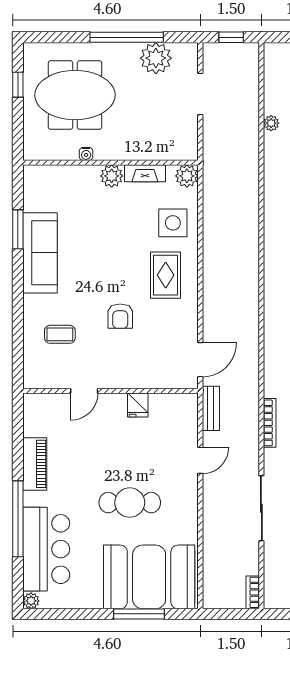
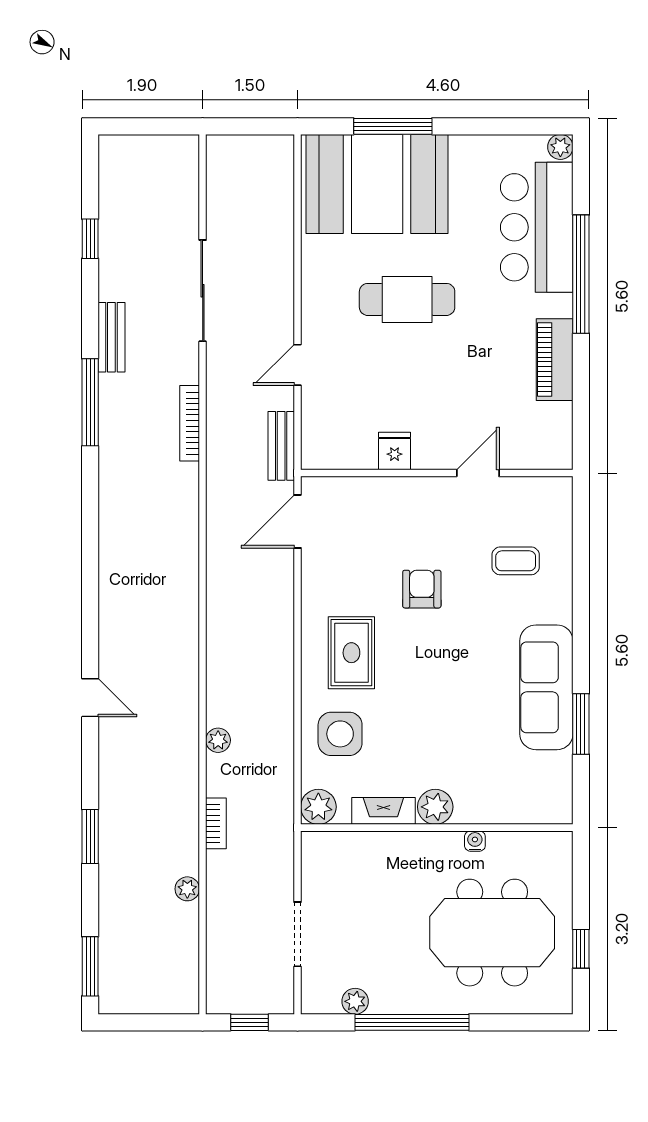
plant: (156, 58) -> (355, 1001), width x0.53, depth x0.53
plant: (251, 219) -> (218, 740), added
bookcase: (253, 592) -> (216, 823), moved

